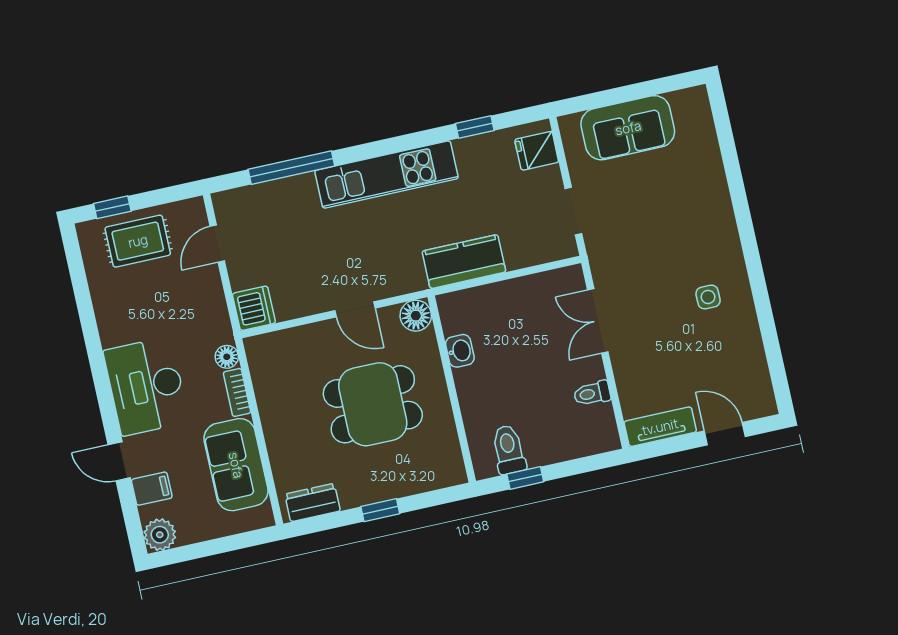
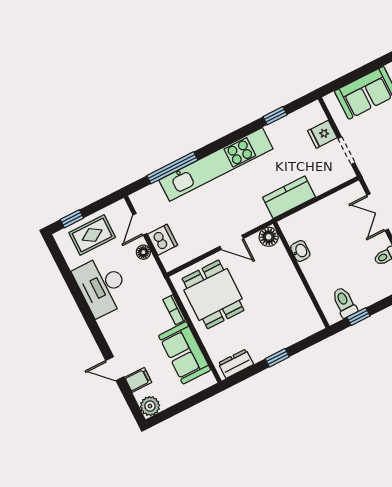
fridge: (537, 151) -> (322, 134), moved
kitchen unit: (387, 175) -> (216, 164), width x1.36
dishwasher: (254, 308) -> (162, 240), moved
floor lamp: (227, 357) -> (143, 252), moved
desk: (146, 386) -> (102, 286), moved
dining table: (373, 404) -> (213, 294), moved, turned 90

